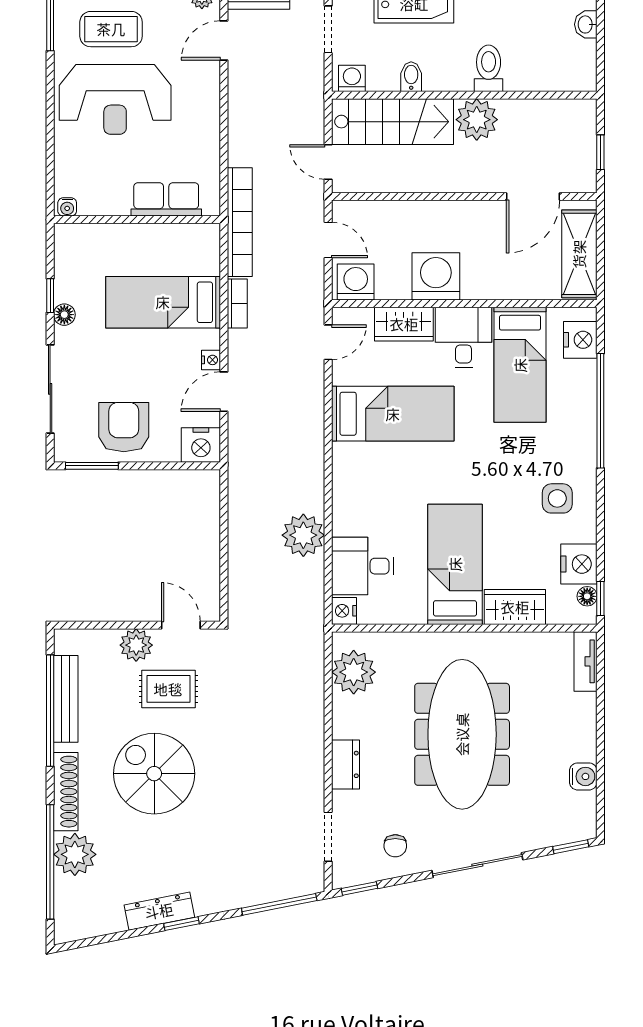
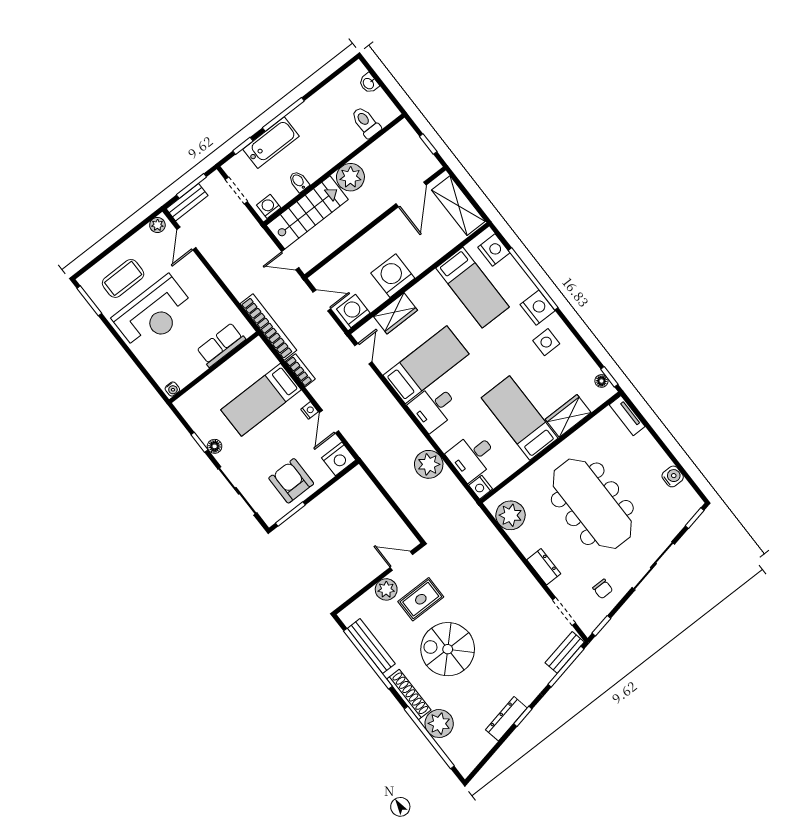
toilet: (489, 68) -> (366, 122), moved
desk: (464, 338) -> (434, 407), moved, turned -90
nightstand: (579, 564) -> (538, 308), moved
bench: (291, 886) -> (565, 652), added

